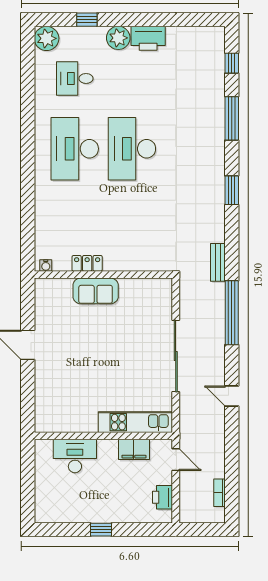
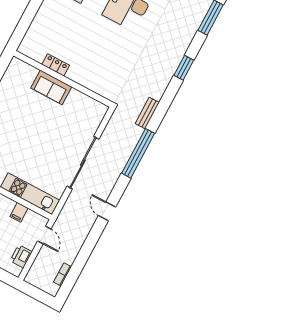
water cooler: (46, 266) -> (26, 51), removed
filing cabinet: (134, 449) -> (19, 212), width x0.50

